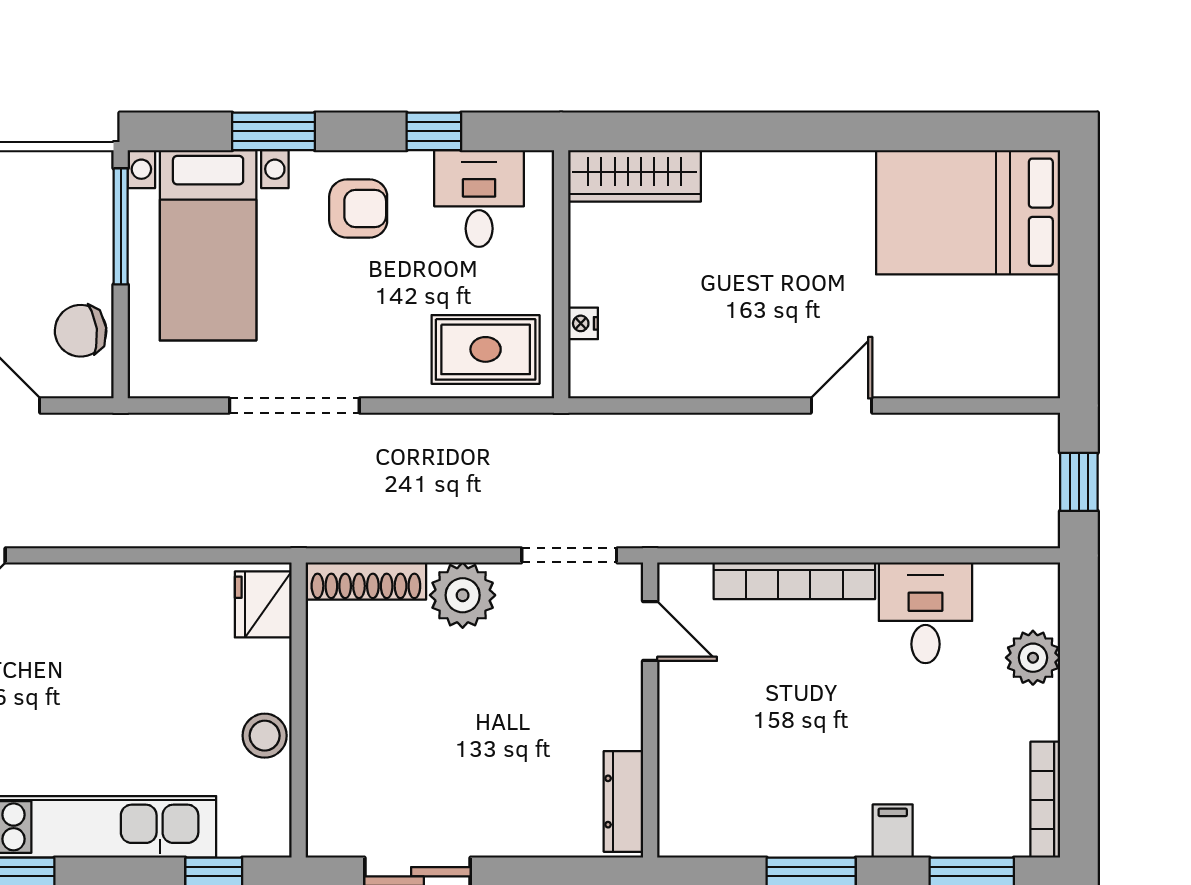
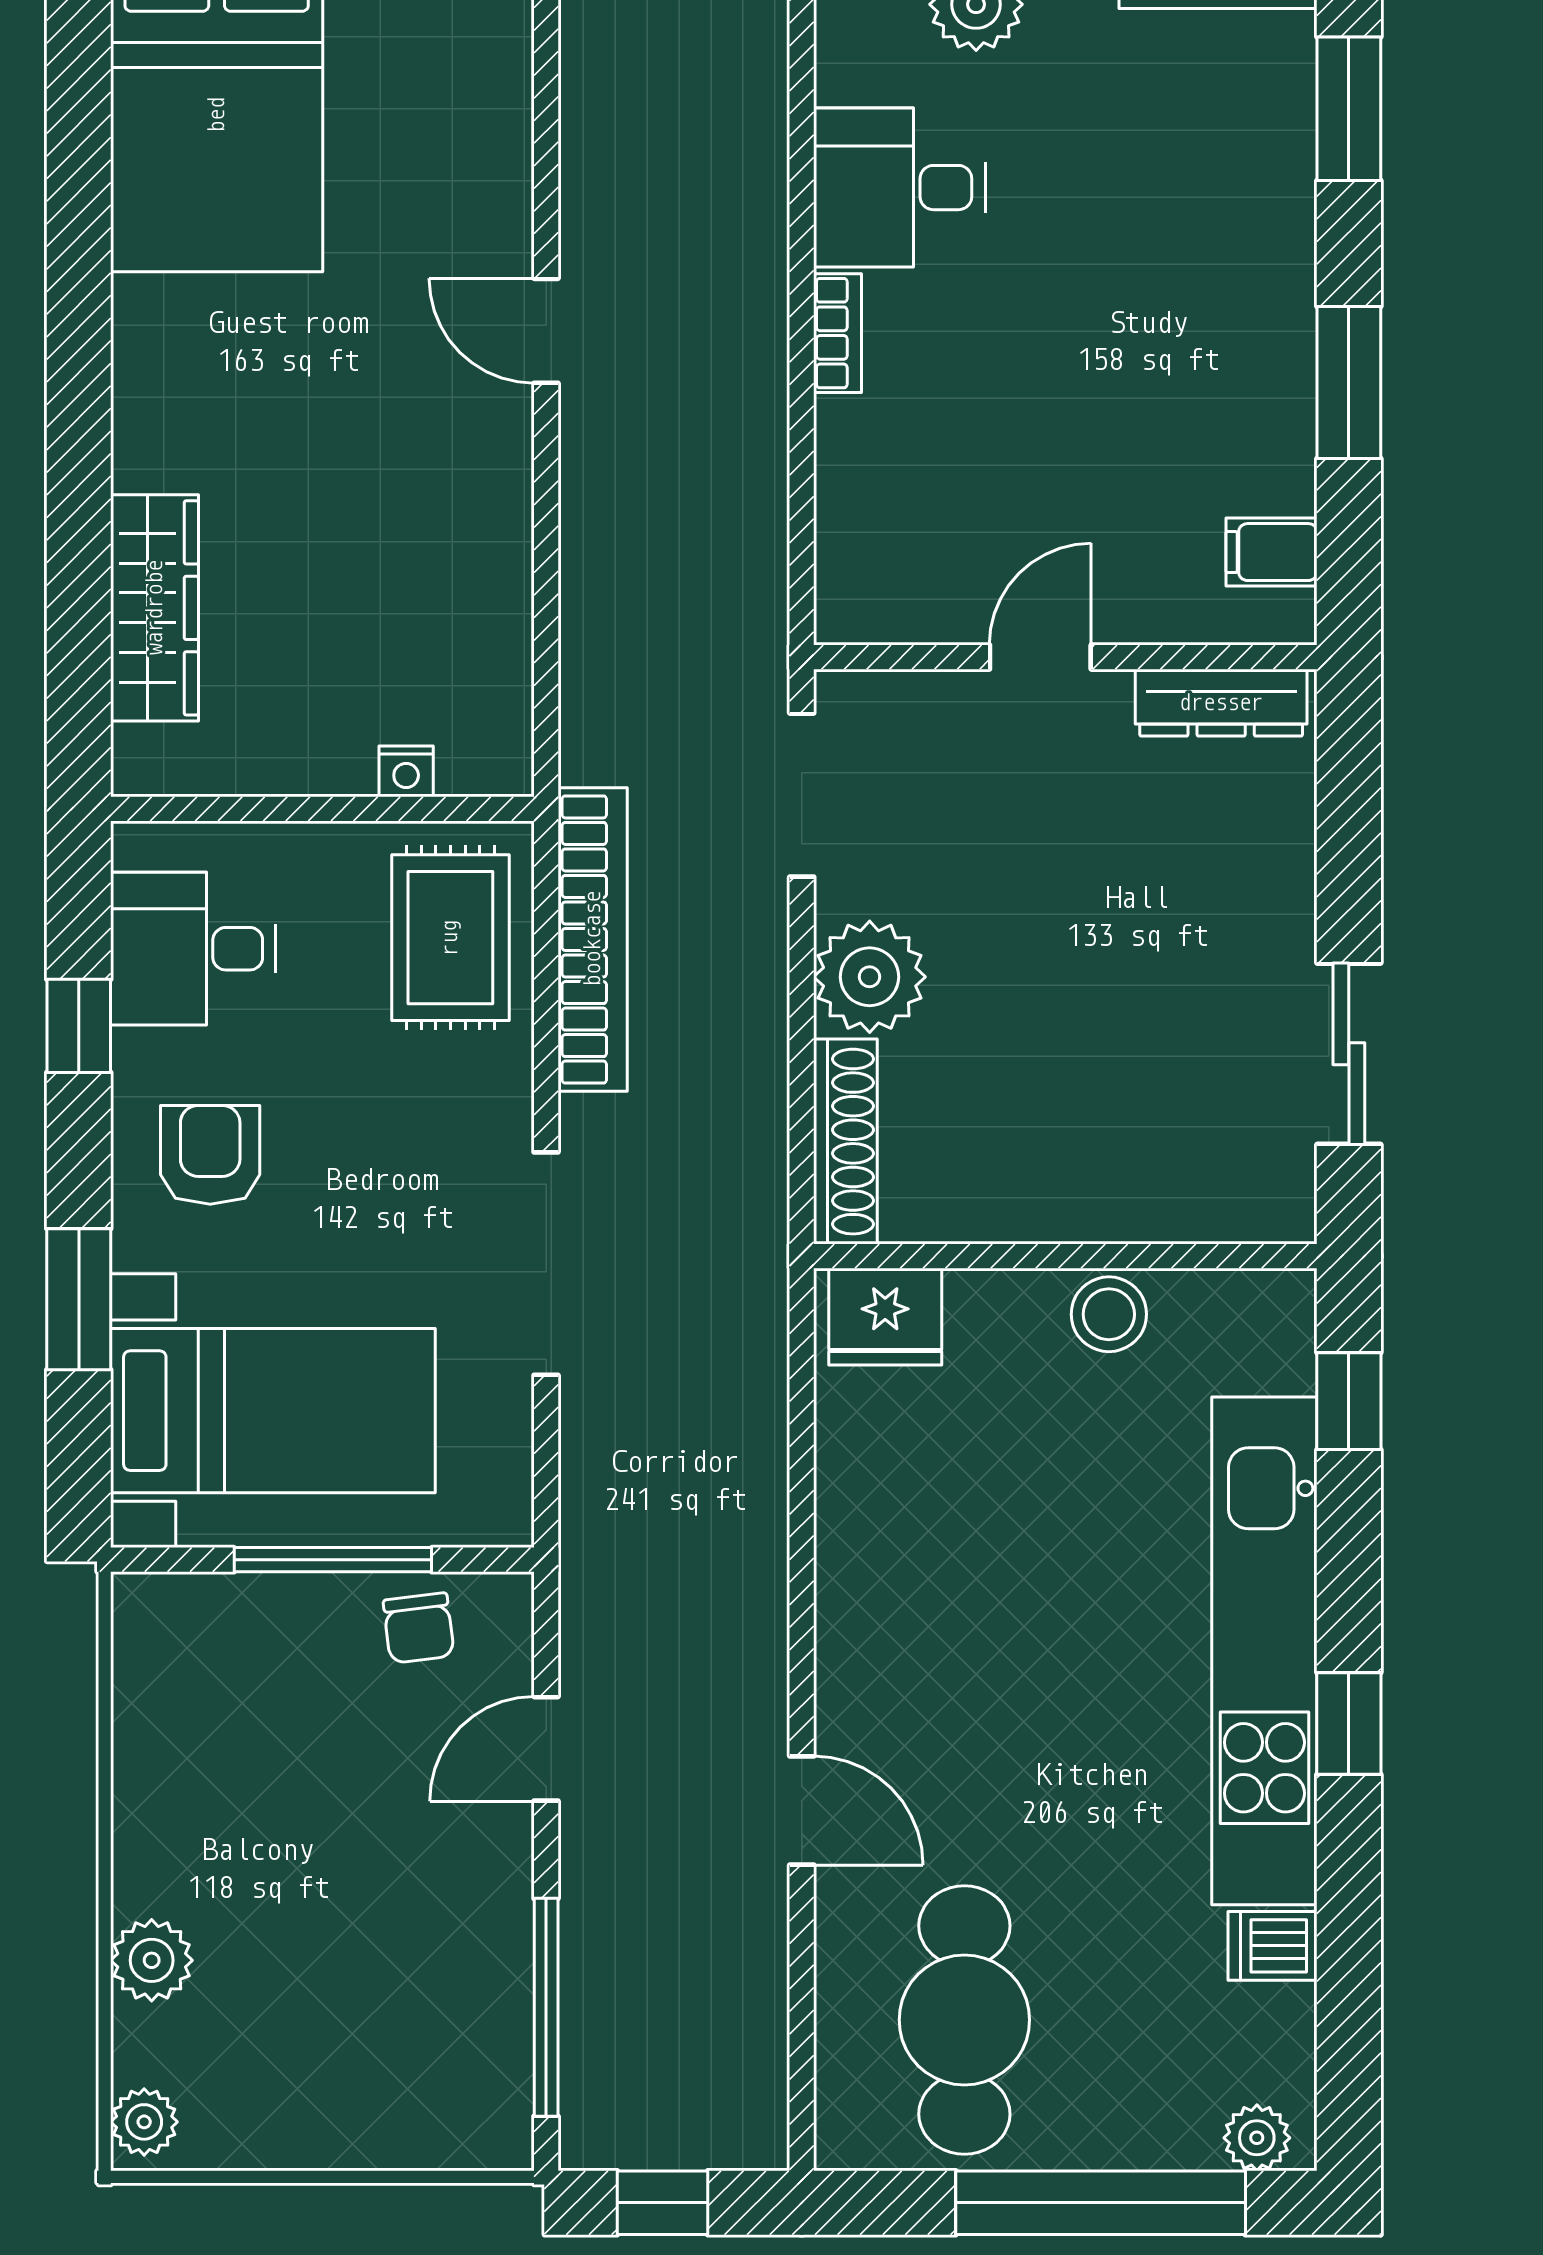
wardrobe: (635, 176) -> (155, 608), moved
window: (121, 226) -> (333, 1560), moved
chair: (81, 331) -> (419, 1628), width x0.73, depth x0.73
bookcase: (484, 433) -> (593, 939), added
bookcase: (794, 581) -> (837, 333), width x0.43, depth x0.76
door: (650, 631) -> (1040, 657), moved
filing cabinet: (893, 831) -> (1272, 552), moved

